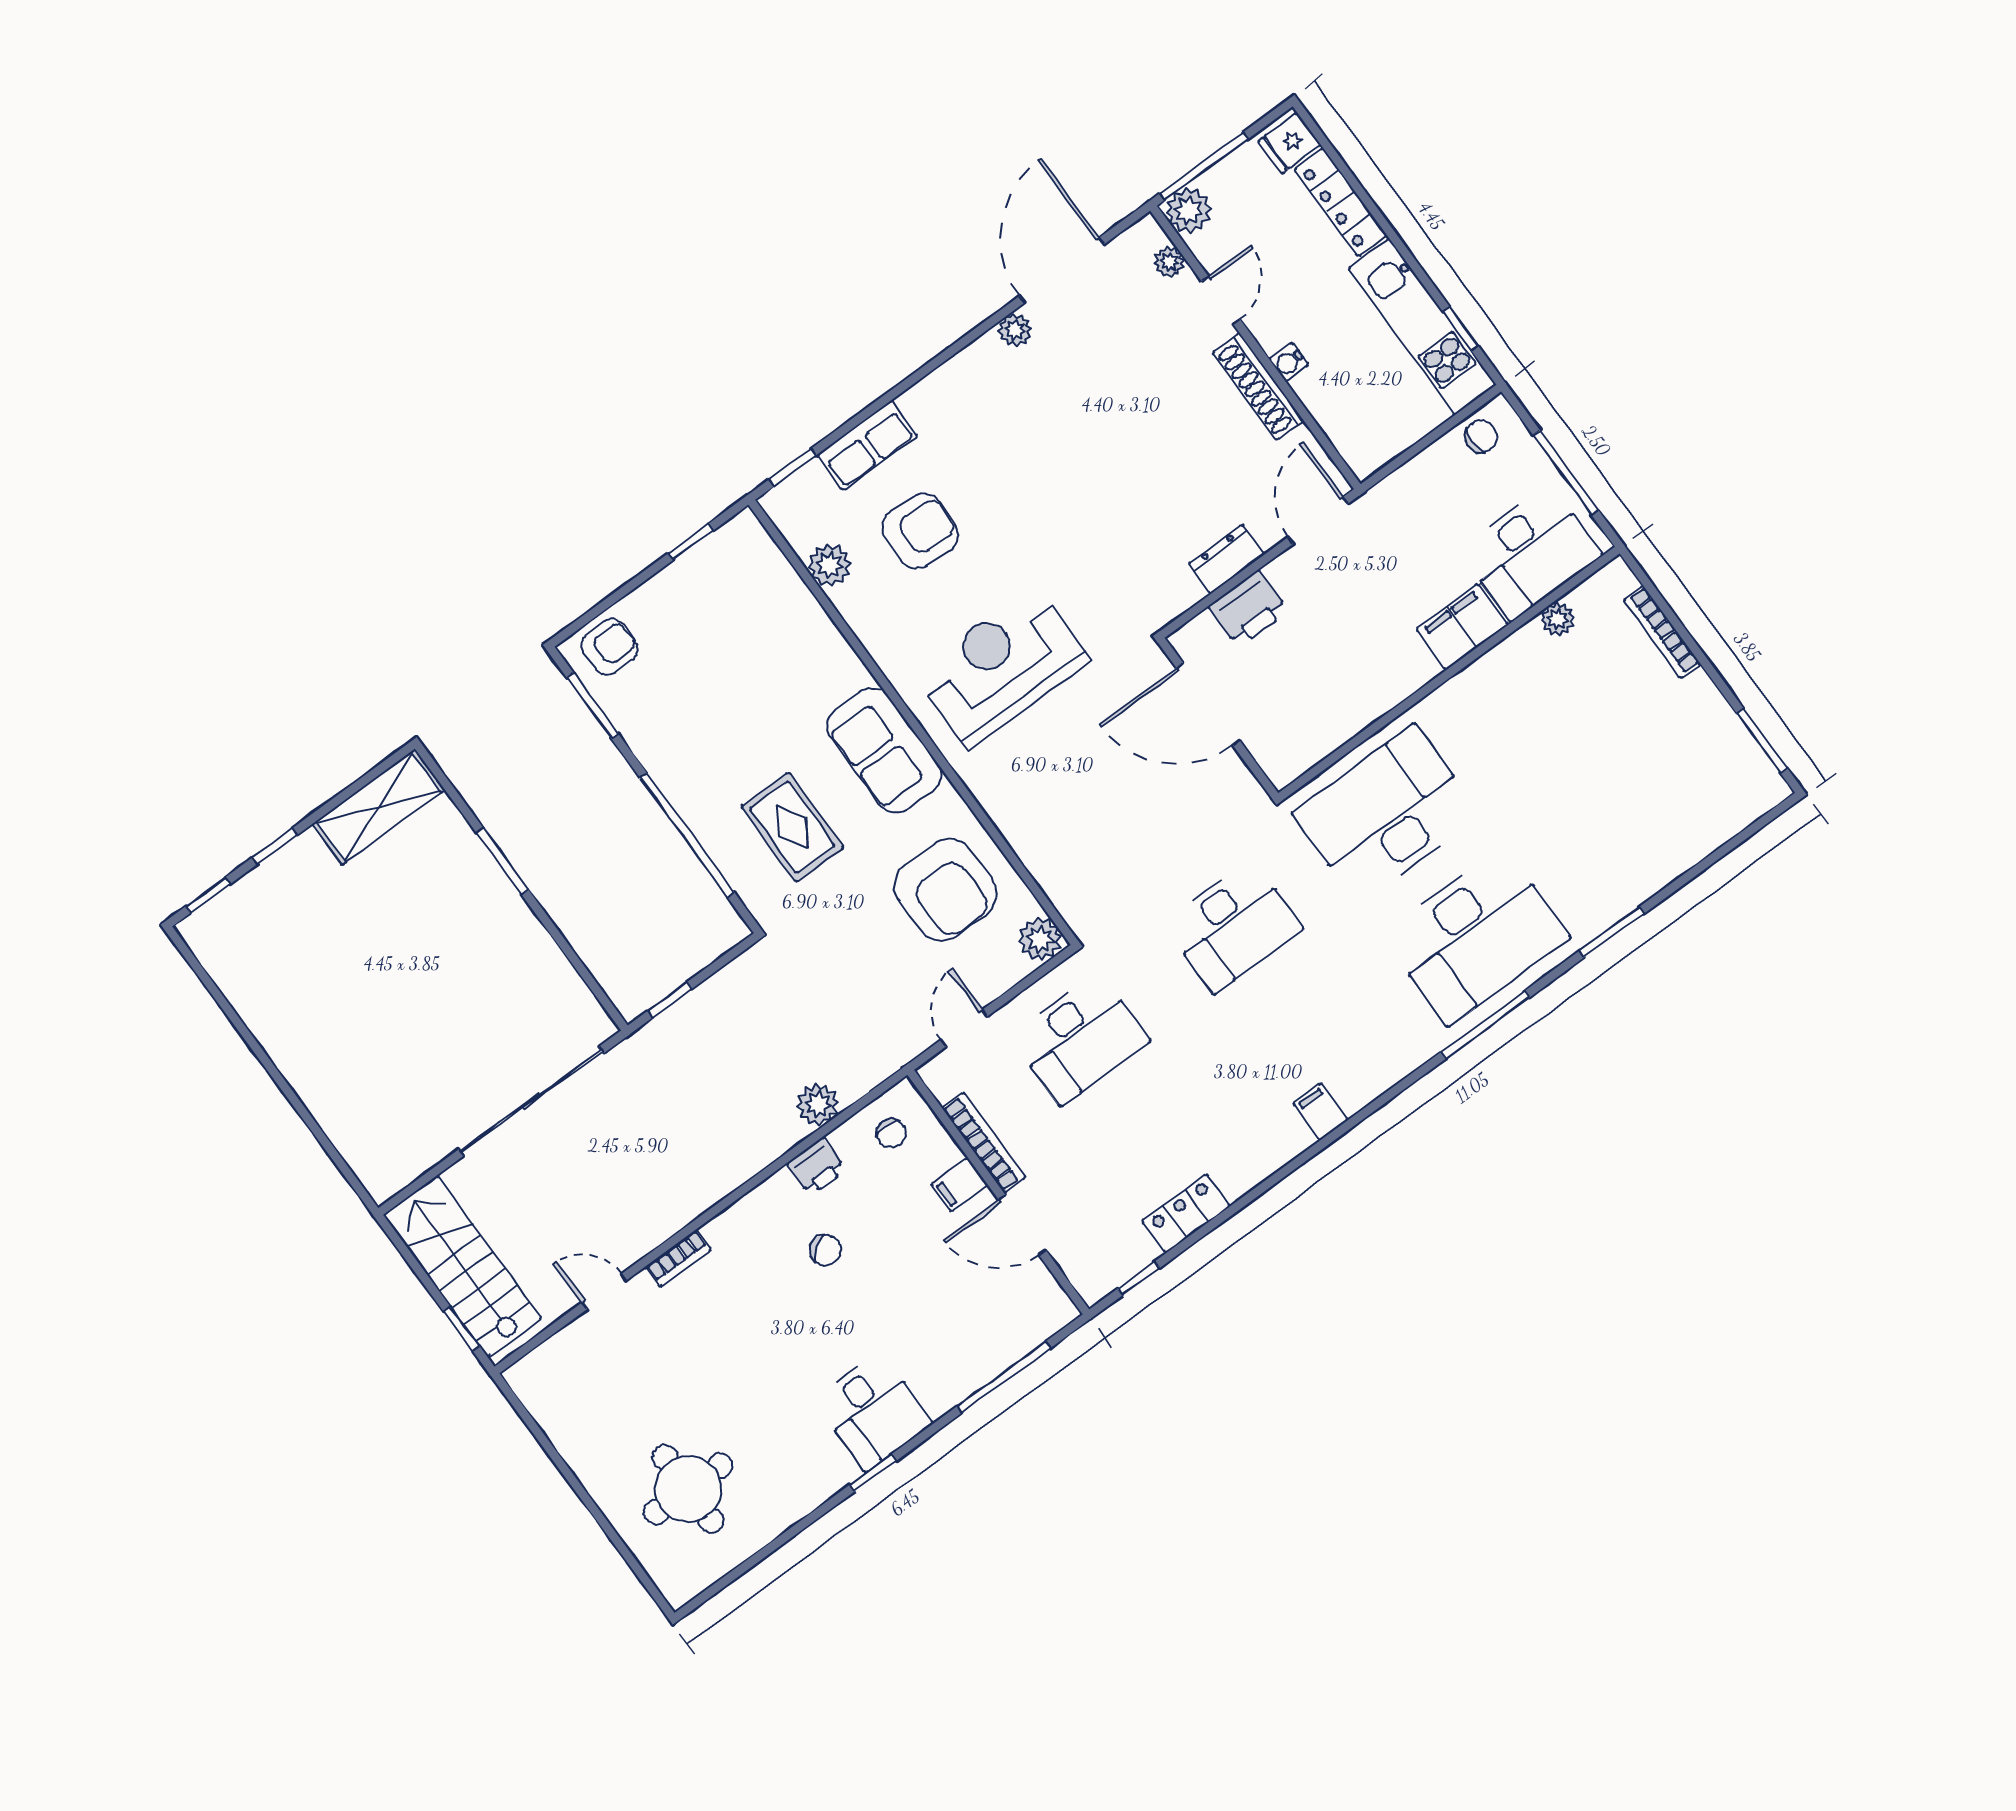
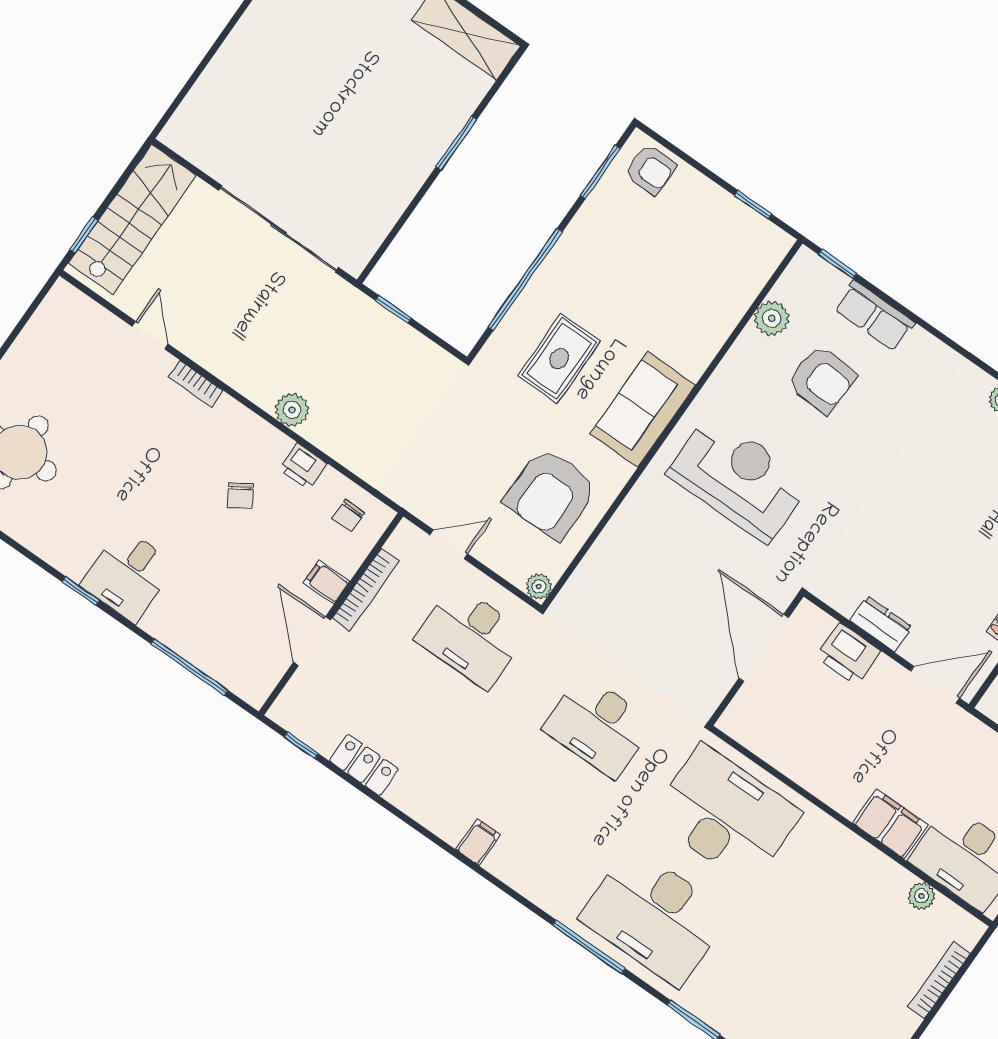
plant: (1040, 939) -> (539, 586), width x0.73, depth x0.73
plant: (818, 1104) -> (292, 410), moved

